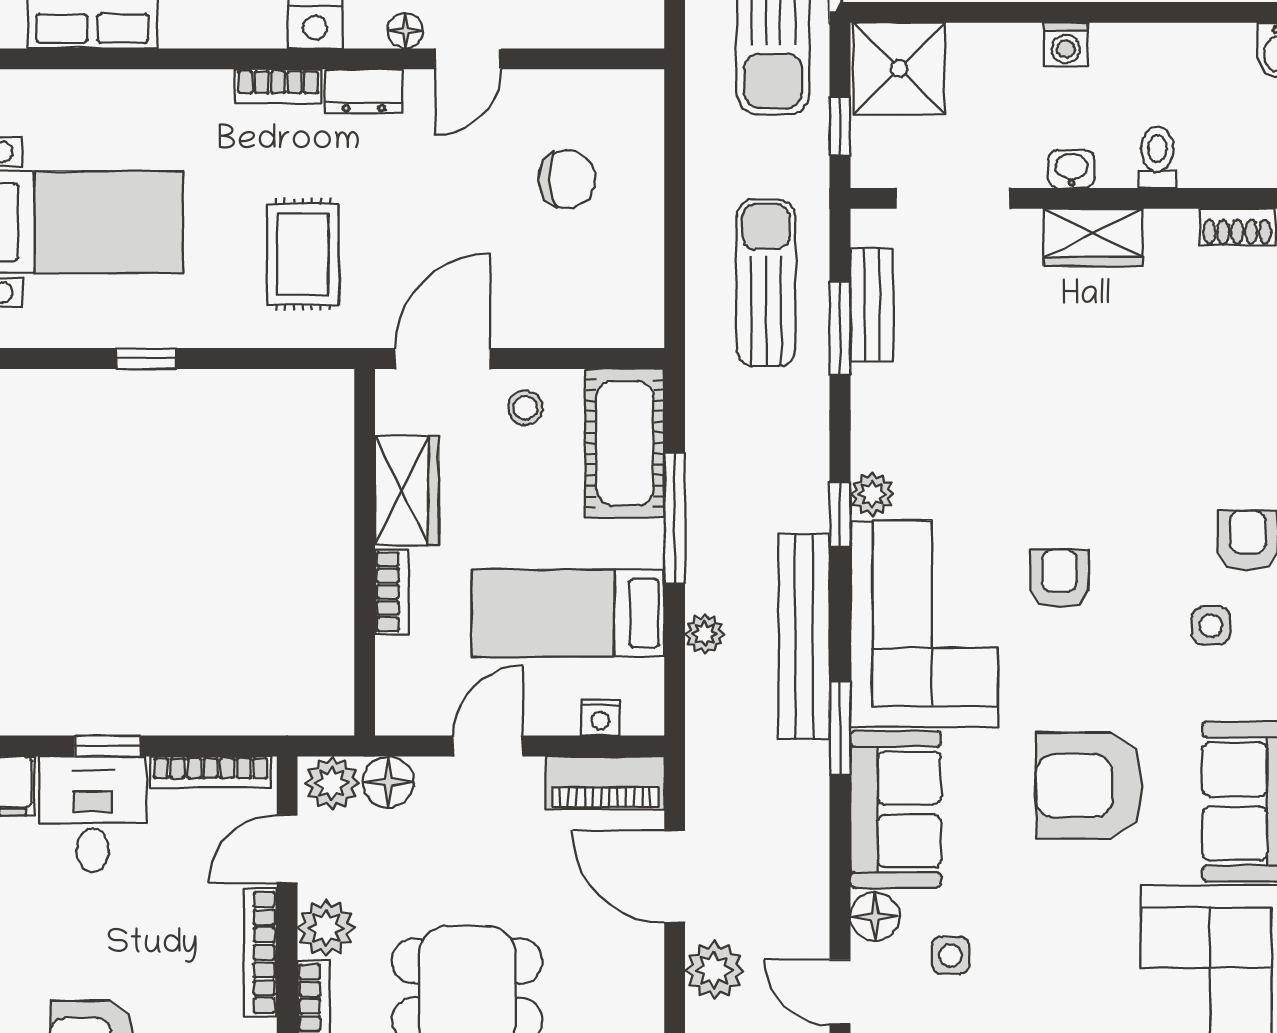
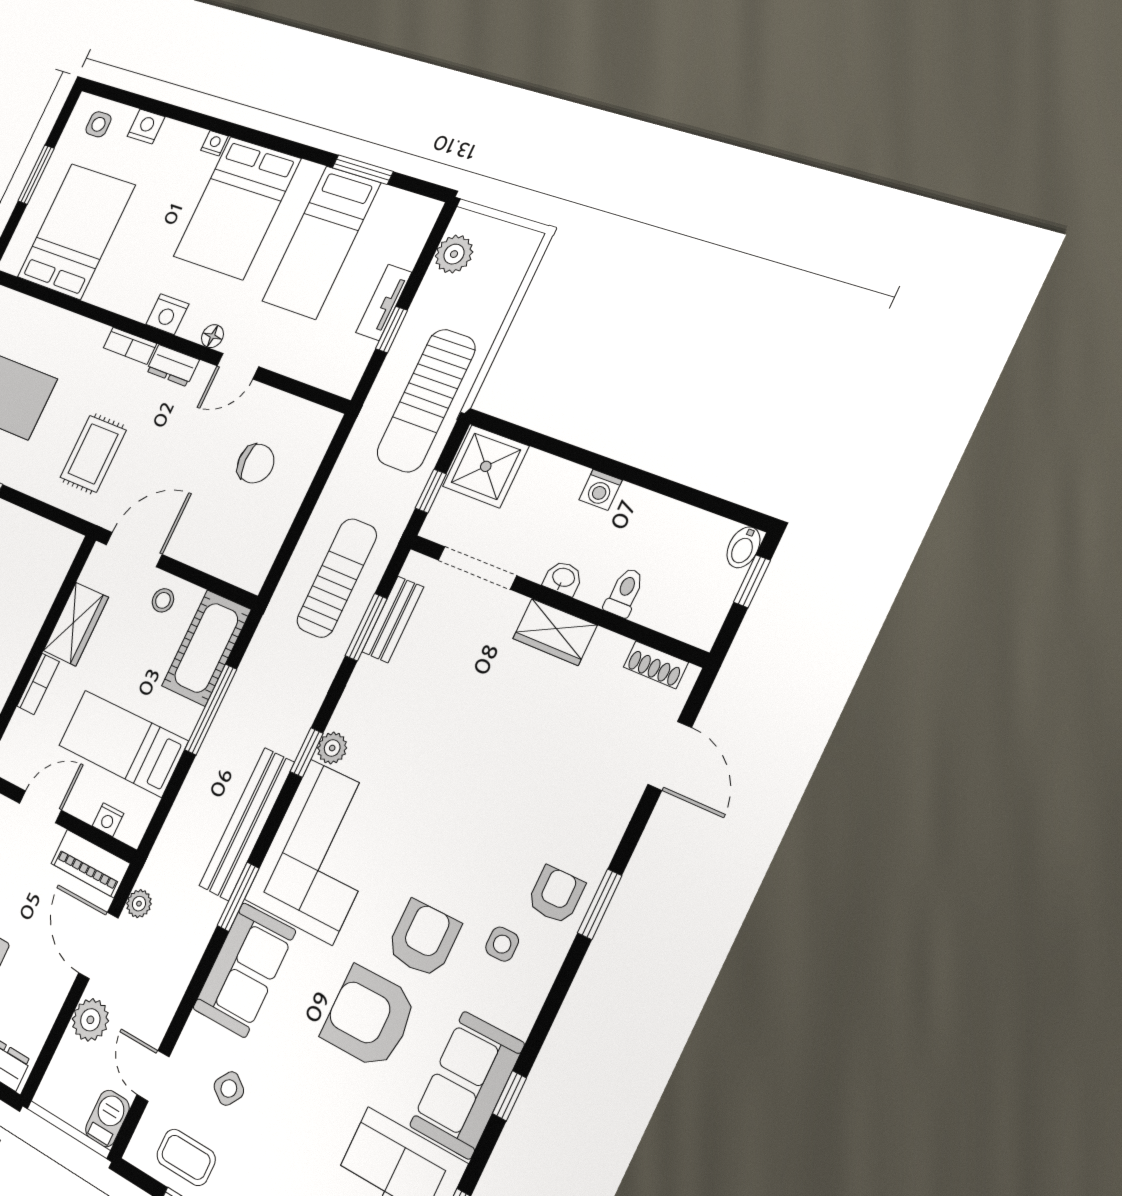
armchair: (1060, 579) -> (423, 939), moved, width x1.38, depth x1.38
plant: (705, 634) -> (139, 904), moved
floor lamp: (875, 917) -> (197, 1036), removed
side table: (951, 955) -> (229, 1089), turned 35

